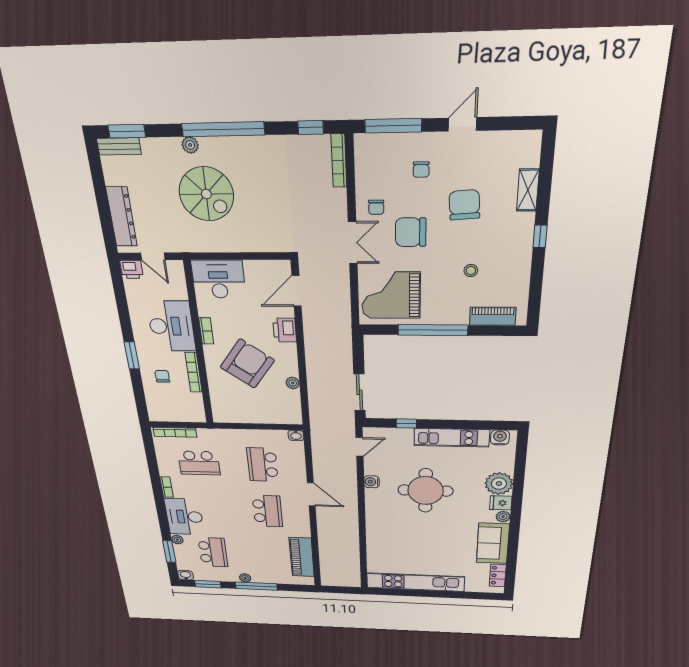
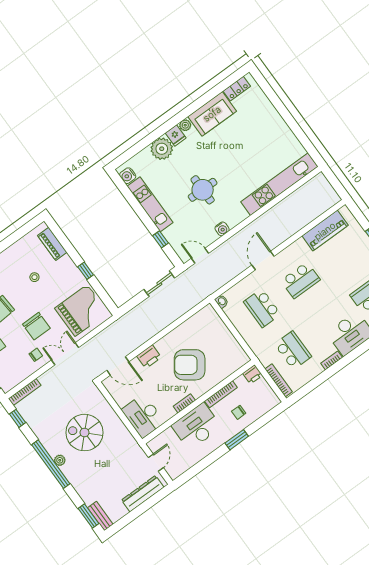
plant: (190, 145) -> (60, 460), moved
spiral stairs: (206, 194) -> (84, 433), moved, turned -90
printer: (132, 269) -> (253, 374), moved, turned 90
grand piano: (391, 295) -> (81, 310), turned -90
window: (433, 330) -> (86, 271), width x0.32
plant: (293, 383) -> (183, 328), removed
school desk: (262, 465) -> (262, 308), turned 90
round table: (426, 491) -> (203, 190), width x0.73, depth x0.73
school desk: (267, 511) -> (300, 280), turned 180
kitchen unit: (415, 582) -> (279, 184), moved, turned 90

